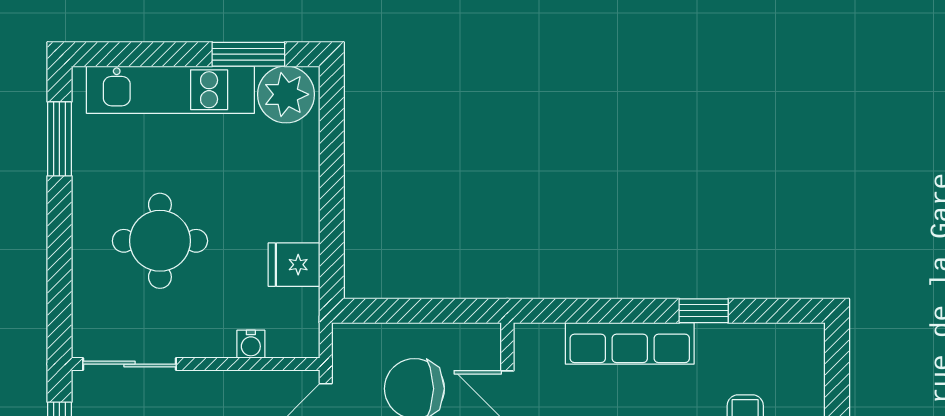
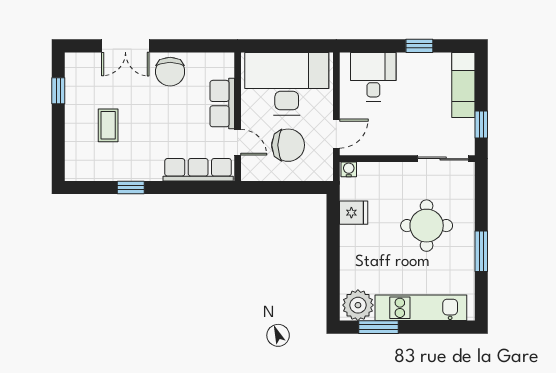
window: (59, 139) -> (481, 251), moved
row of seats: (630, 343) -> (198, 170), moved
water cooler: (251, 344) -> (349, 169), moved

